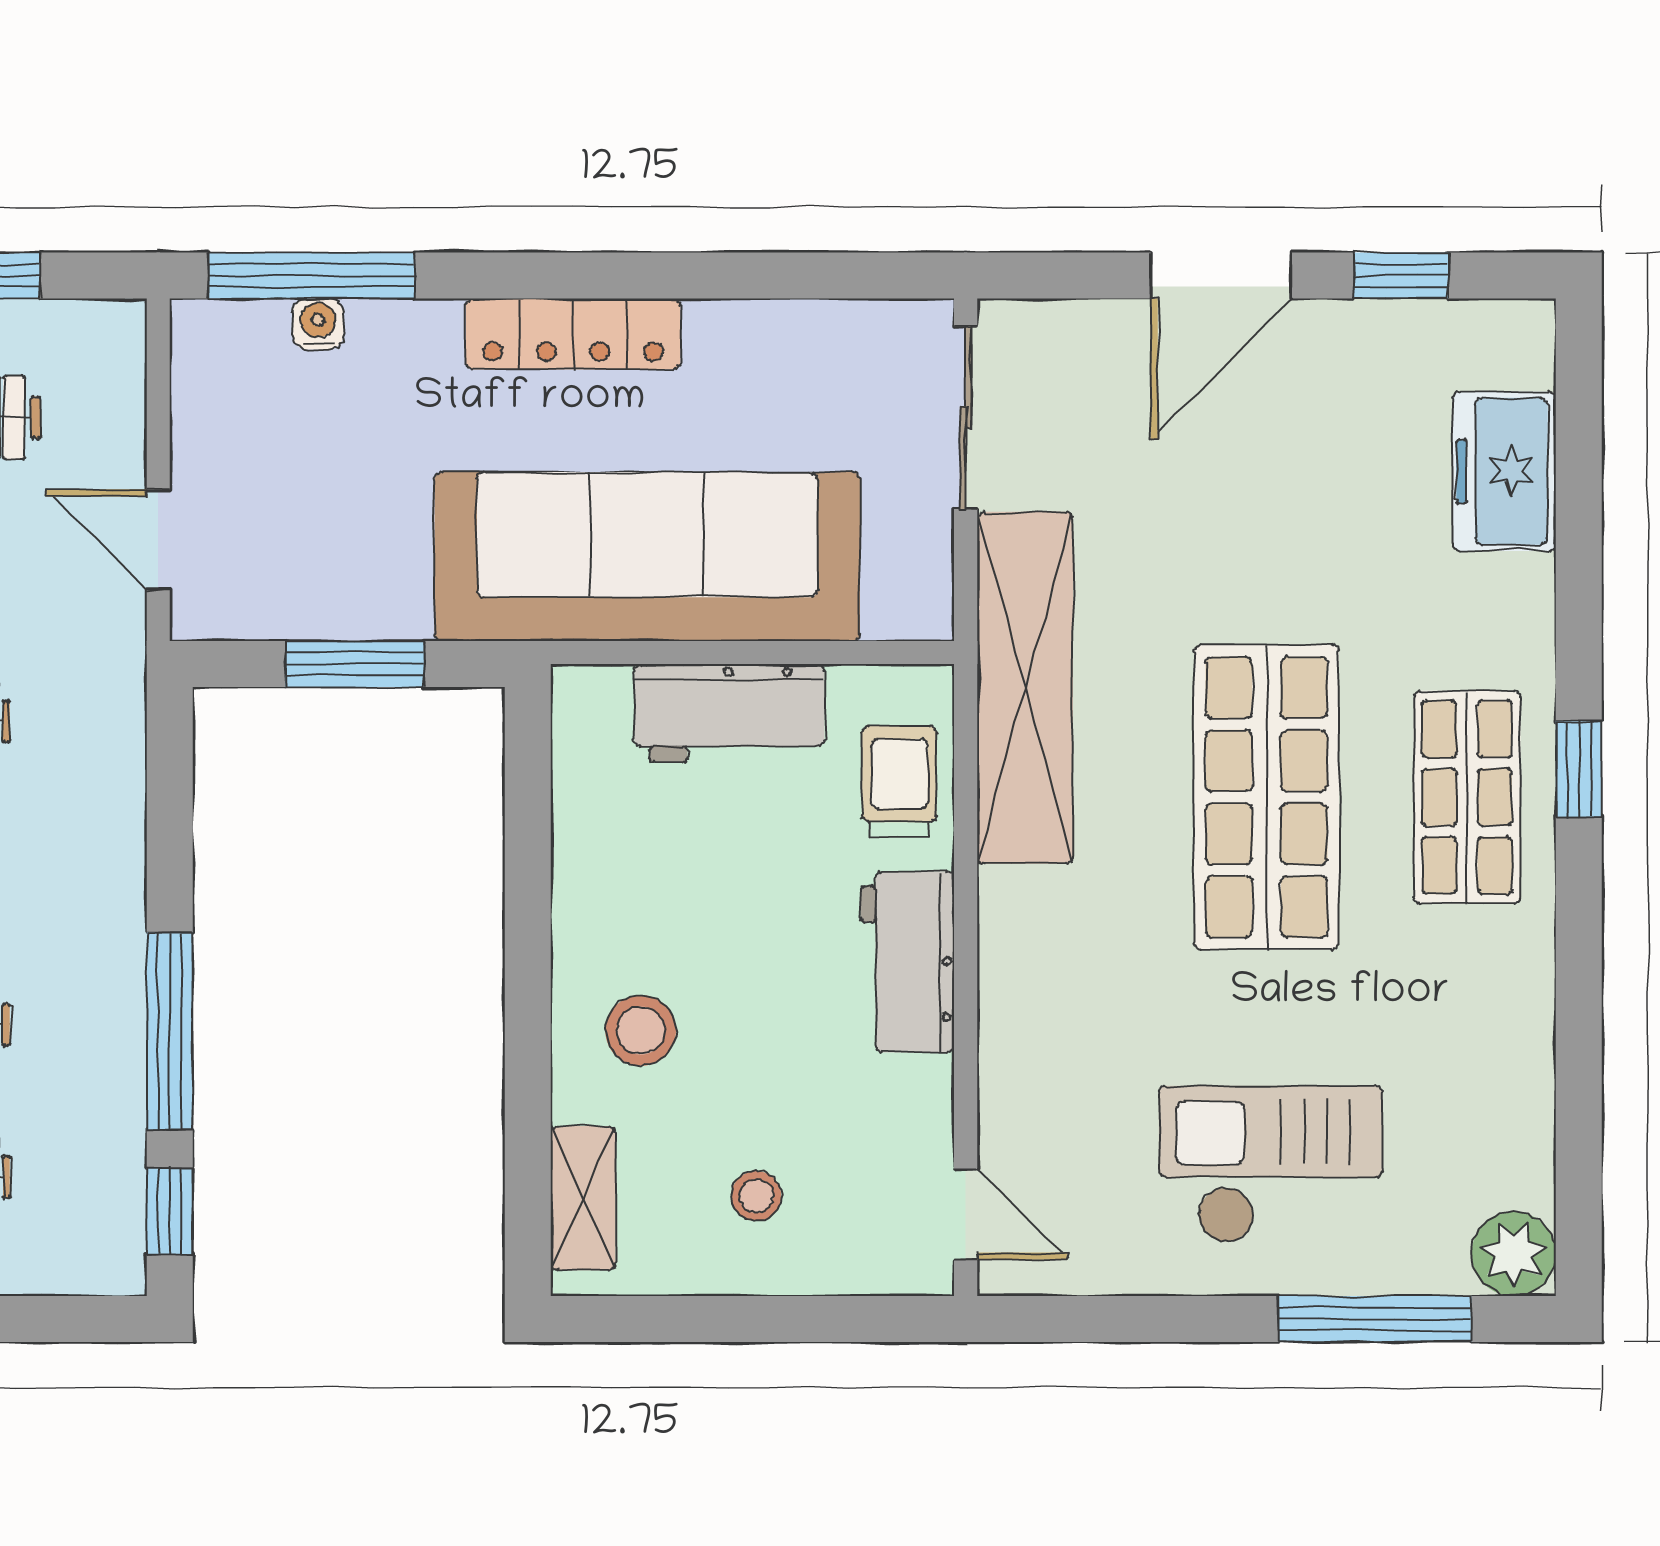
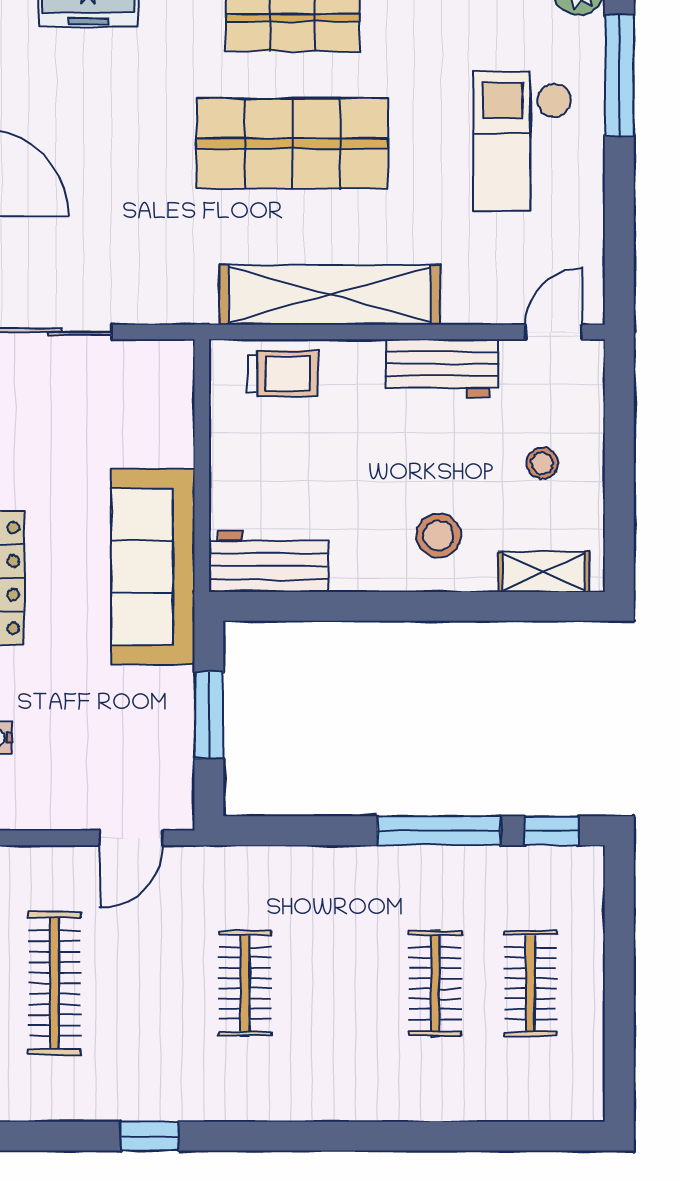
sofa: (647, 557) -> (153, 567), width x0.74, depth x0.79
shelving: (1025, 688) -> (330, 295), moved
workbench: (729, 713) -> (268, 561), moved, turned -90
trolley: (899, 782) -> (283, 374), turned 180
workbench: (907, 962) -> (442, 369), moved

